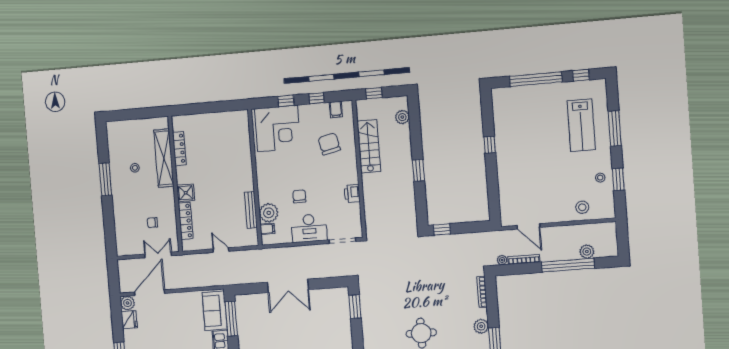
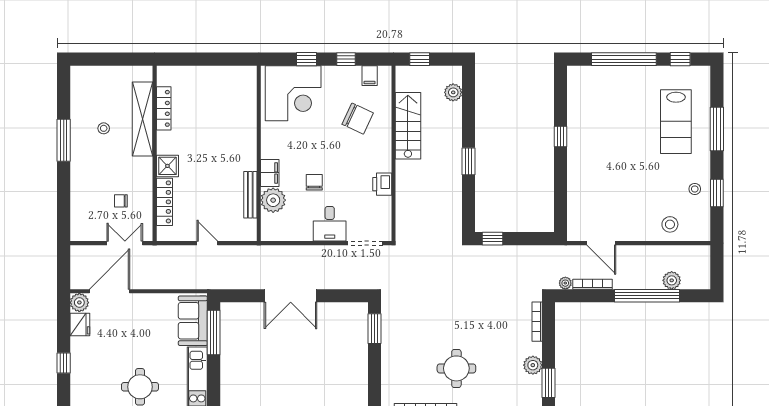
chair: (329, 144) -> (358, 119), turned 128
desk: (309, 228) -> (330, 224), width x0.73
filing cabinet: (267, 229) -> (270, 173), moved, width x2.00

